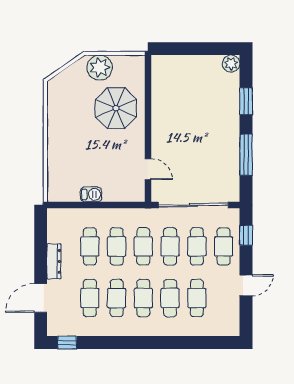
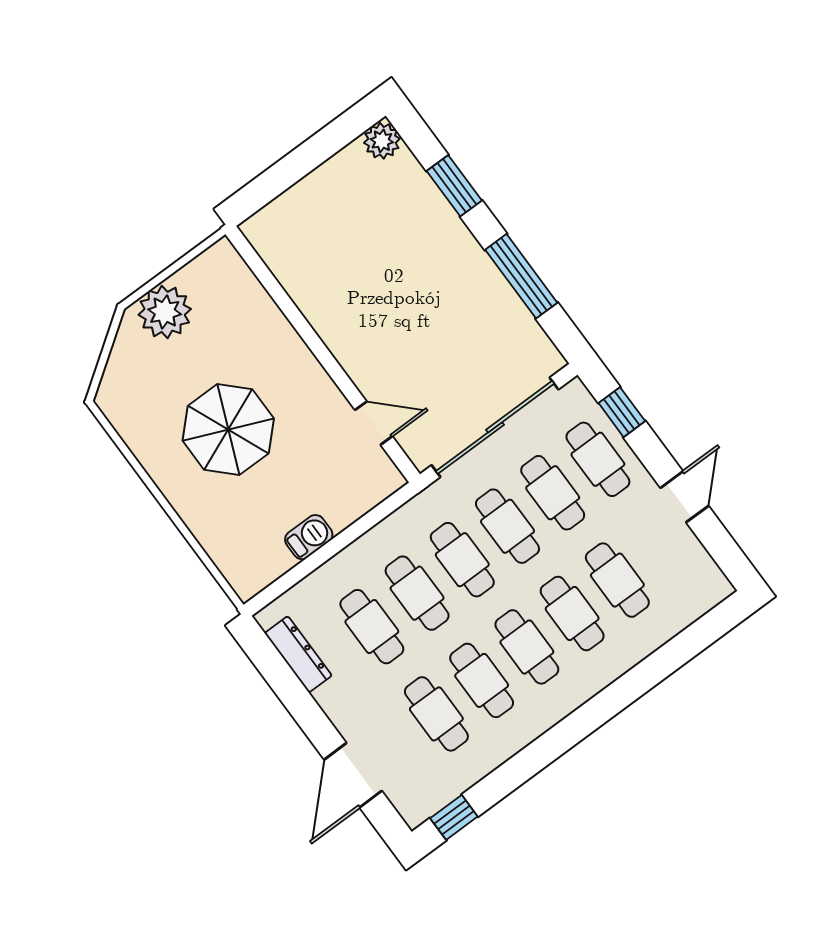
parasol: (116, 108) -> (228, 430), moved
dresser: (54, 261) -> (298, 654), moved

